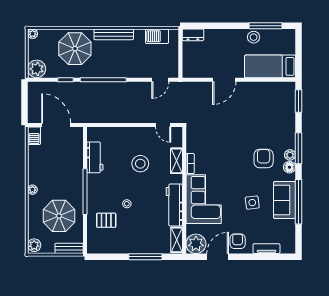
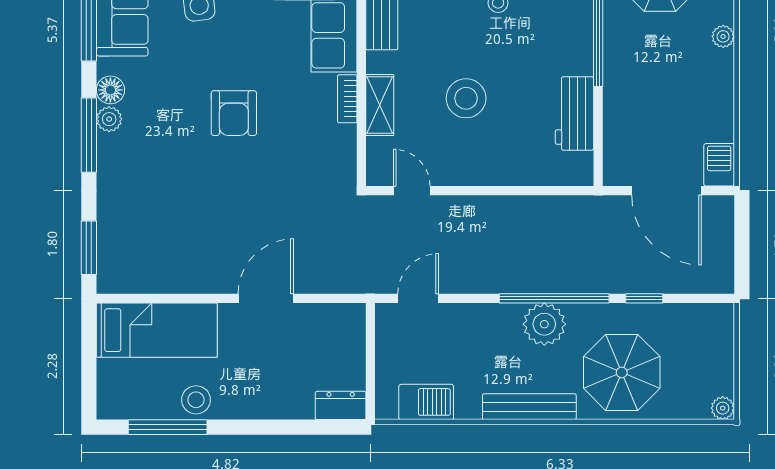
plant: (37, 69) -> (544, 324), moved
armchair: (264, 159) -> (234, 113), moved

